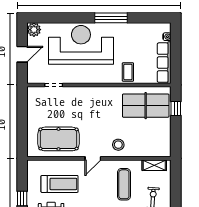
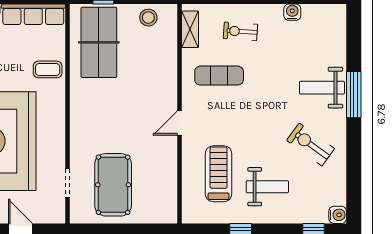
pool table: (58, 139) -> (113, 185), moved
stool: (118, 145) -> (148, 18), moved
door: (93, 158) -> (180, 123), swing flipped

